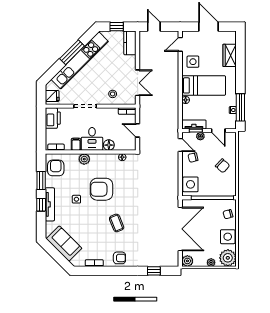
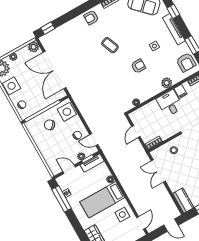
door: (138, 130) -> (136, 132), swing flipped
floor lamp: (109, 145) -> (153, 106), removed
chair: (223, 166) -> (50, 125), moved
armchair: (101, 189) -> (138, 66), width x0.53, depth x0.53
window: (41, 205) -> (173, 11), moved
window: (154, 271) -> (48, 28), moved

